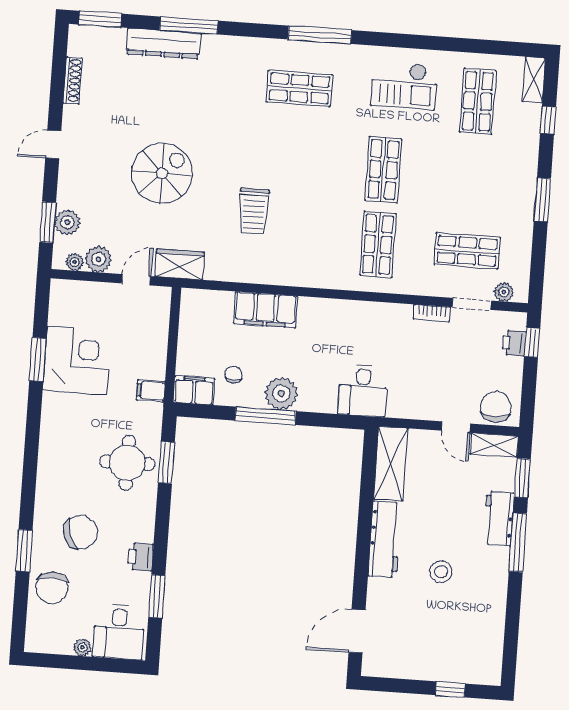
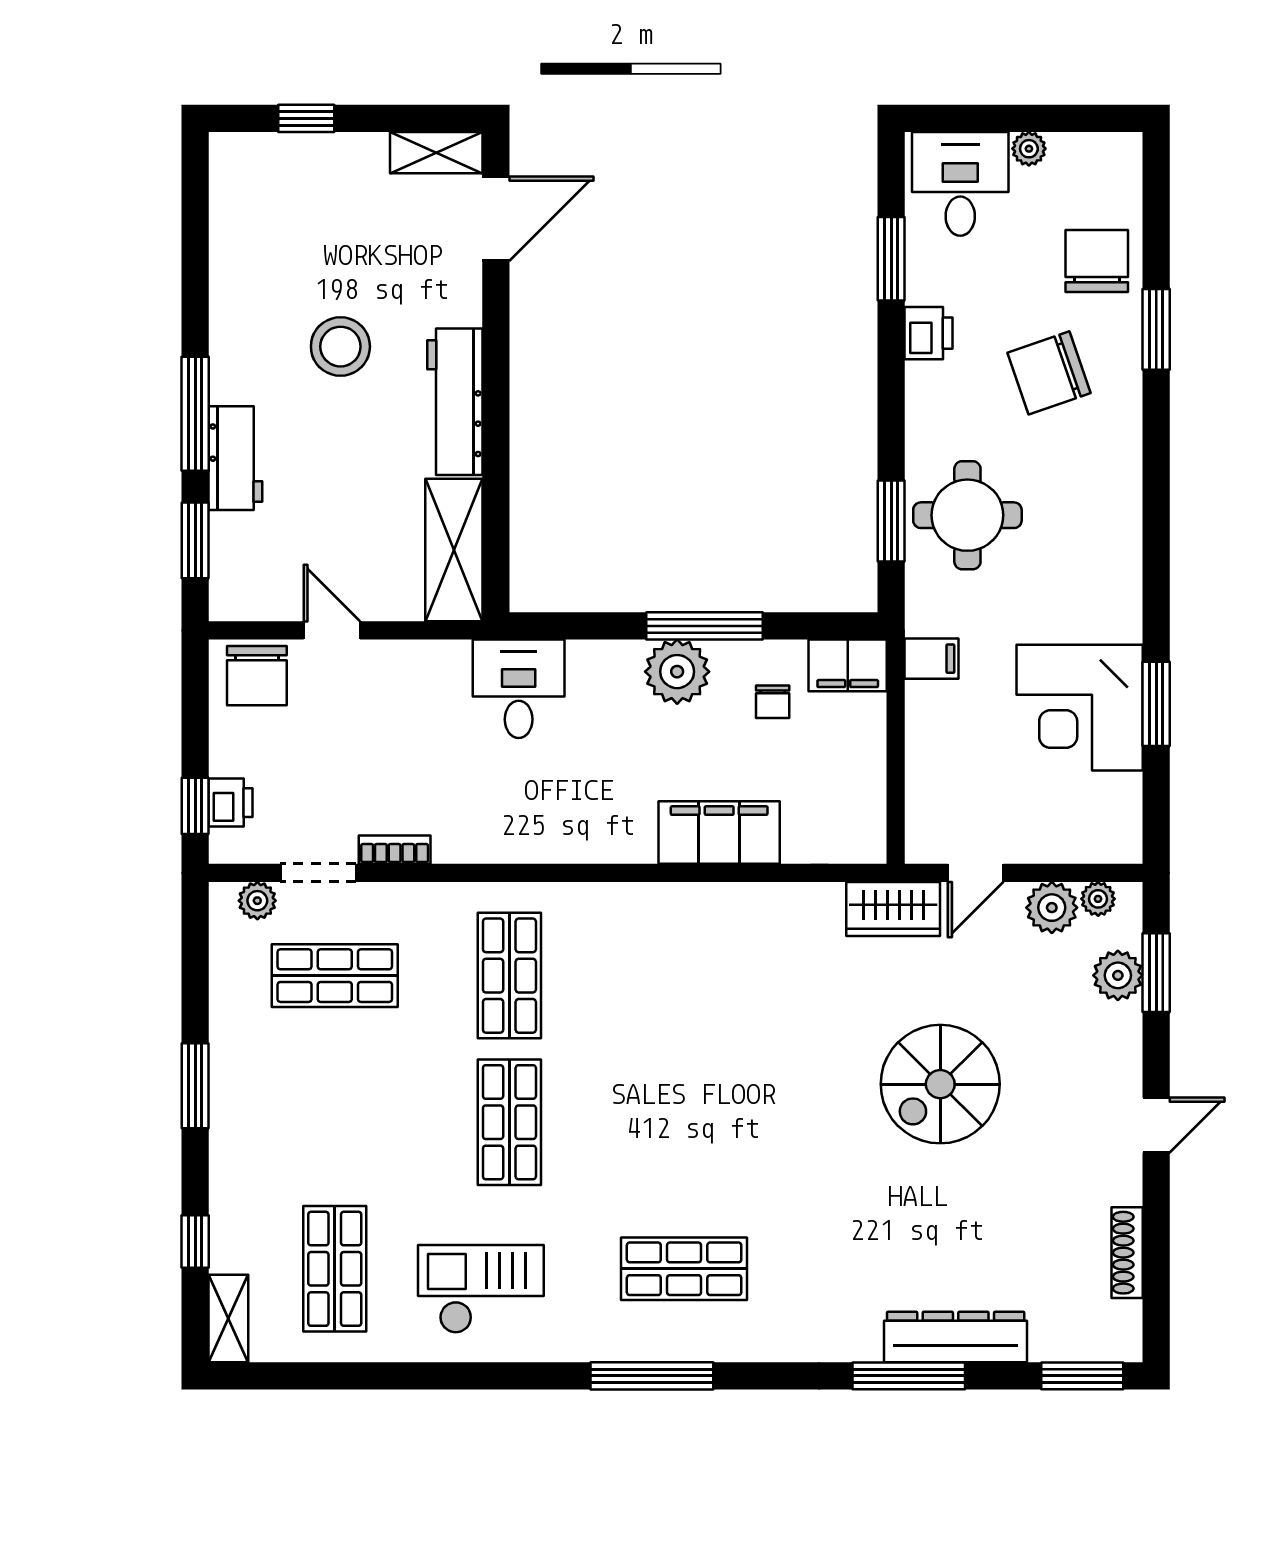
trolley: (254, 211) -> (756, 1023), removed
shelving: (494, 445) -> (436, 153), moved
stool: (441, 572) -> (340, 347), width x1.38, depth x1.38

